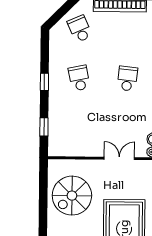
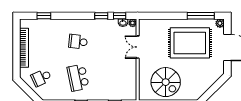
school desk: (79, 78) -> (78, 78), width x1.85

